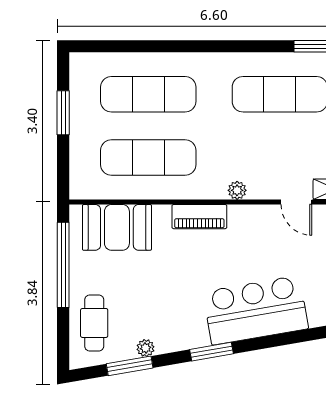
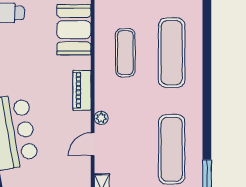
exercise mat: (148, 158) -> (125, 53), width x0.73, depth x0.69
door: (296, 202) -> (93, 144), moved

